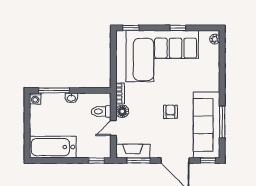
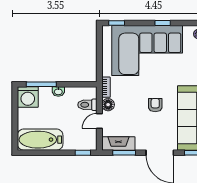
washing machine: (35, 99) -> (28, 97), width x1.89, depth x1.89

